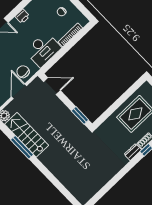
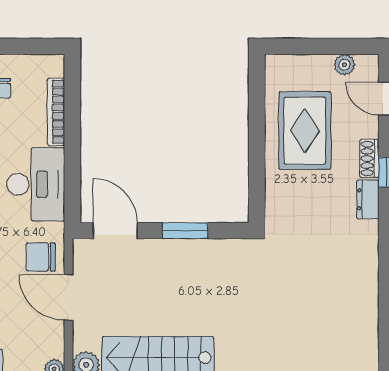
door: (52, 86) -> (115, 231), hinge flipped
window: (80, 115) -> (185, 231), moved

